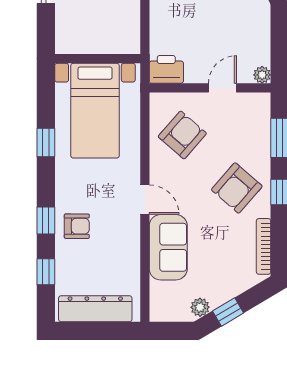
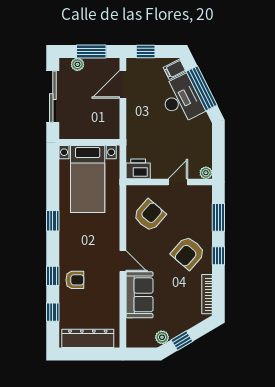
wall: (98, 59) -> (89, 142), moved
bed with nightstands: (95, 111) -> (88, 179), moved

